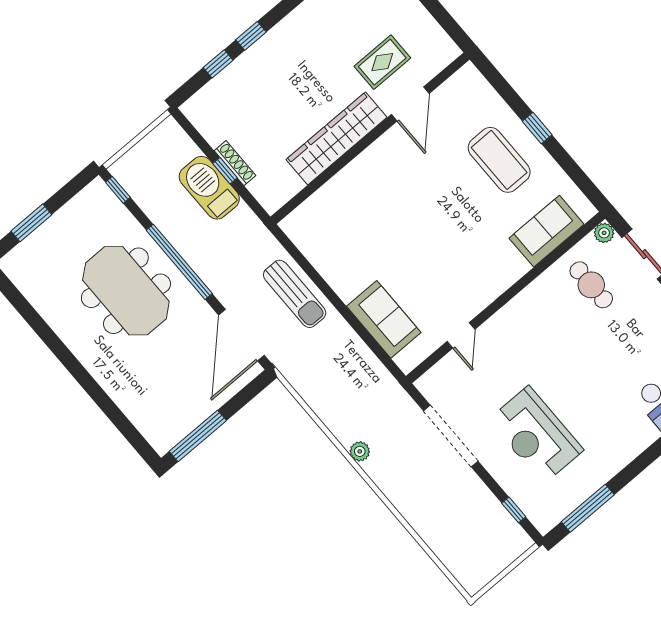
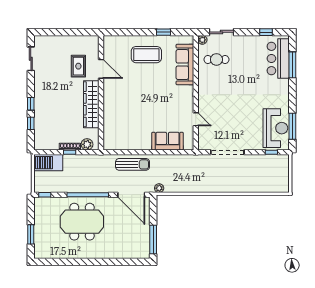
window: (537, 128) -> (164, 32), moved
barbecue: (209, 188) -> (48, 163), moved
plant: (263, 189) -> (87, 144), added
sofa: (547, 231) -> (185, 65), width x1.36
reception desk: (536, 435) -> (275, 128), moved, turned -90
plant: (360, 451) -> (159, 188), moved

